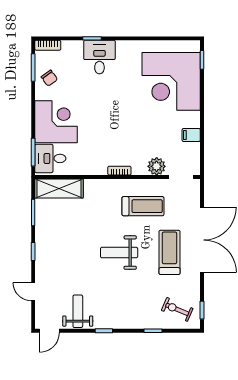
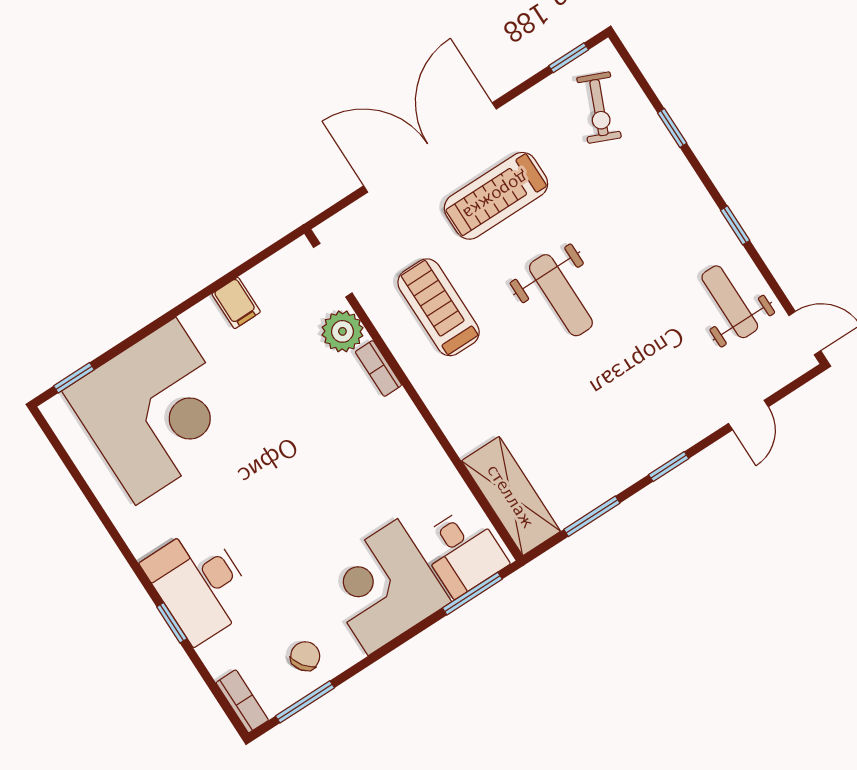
desk: (99, 57) -> (199, 584), width x1.37
bookcase: (119, 171) -> (378, 368), moved
weight bench: (78, 311) -> (730, 302), turned 90

